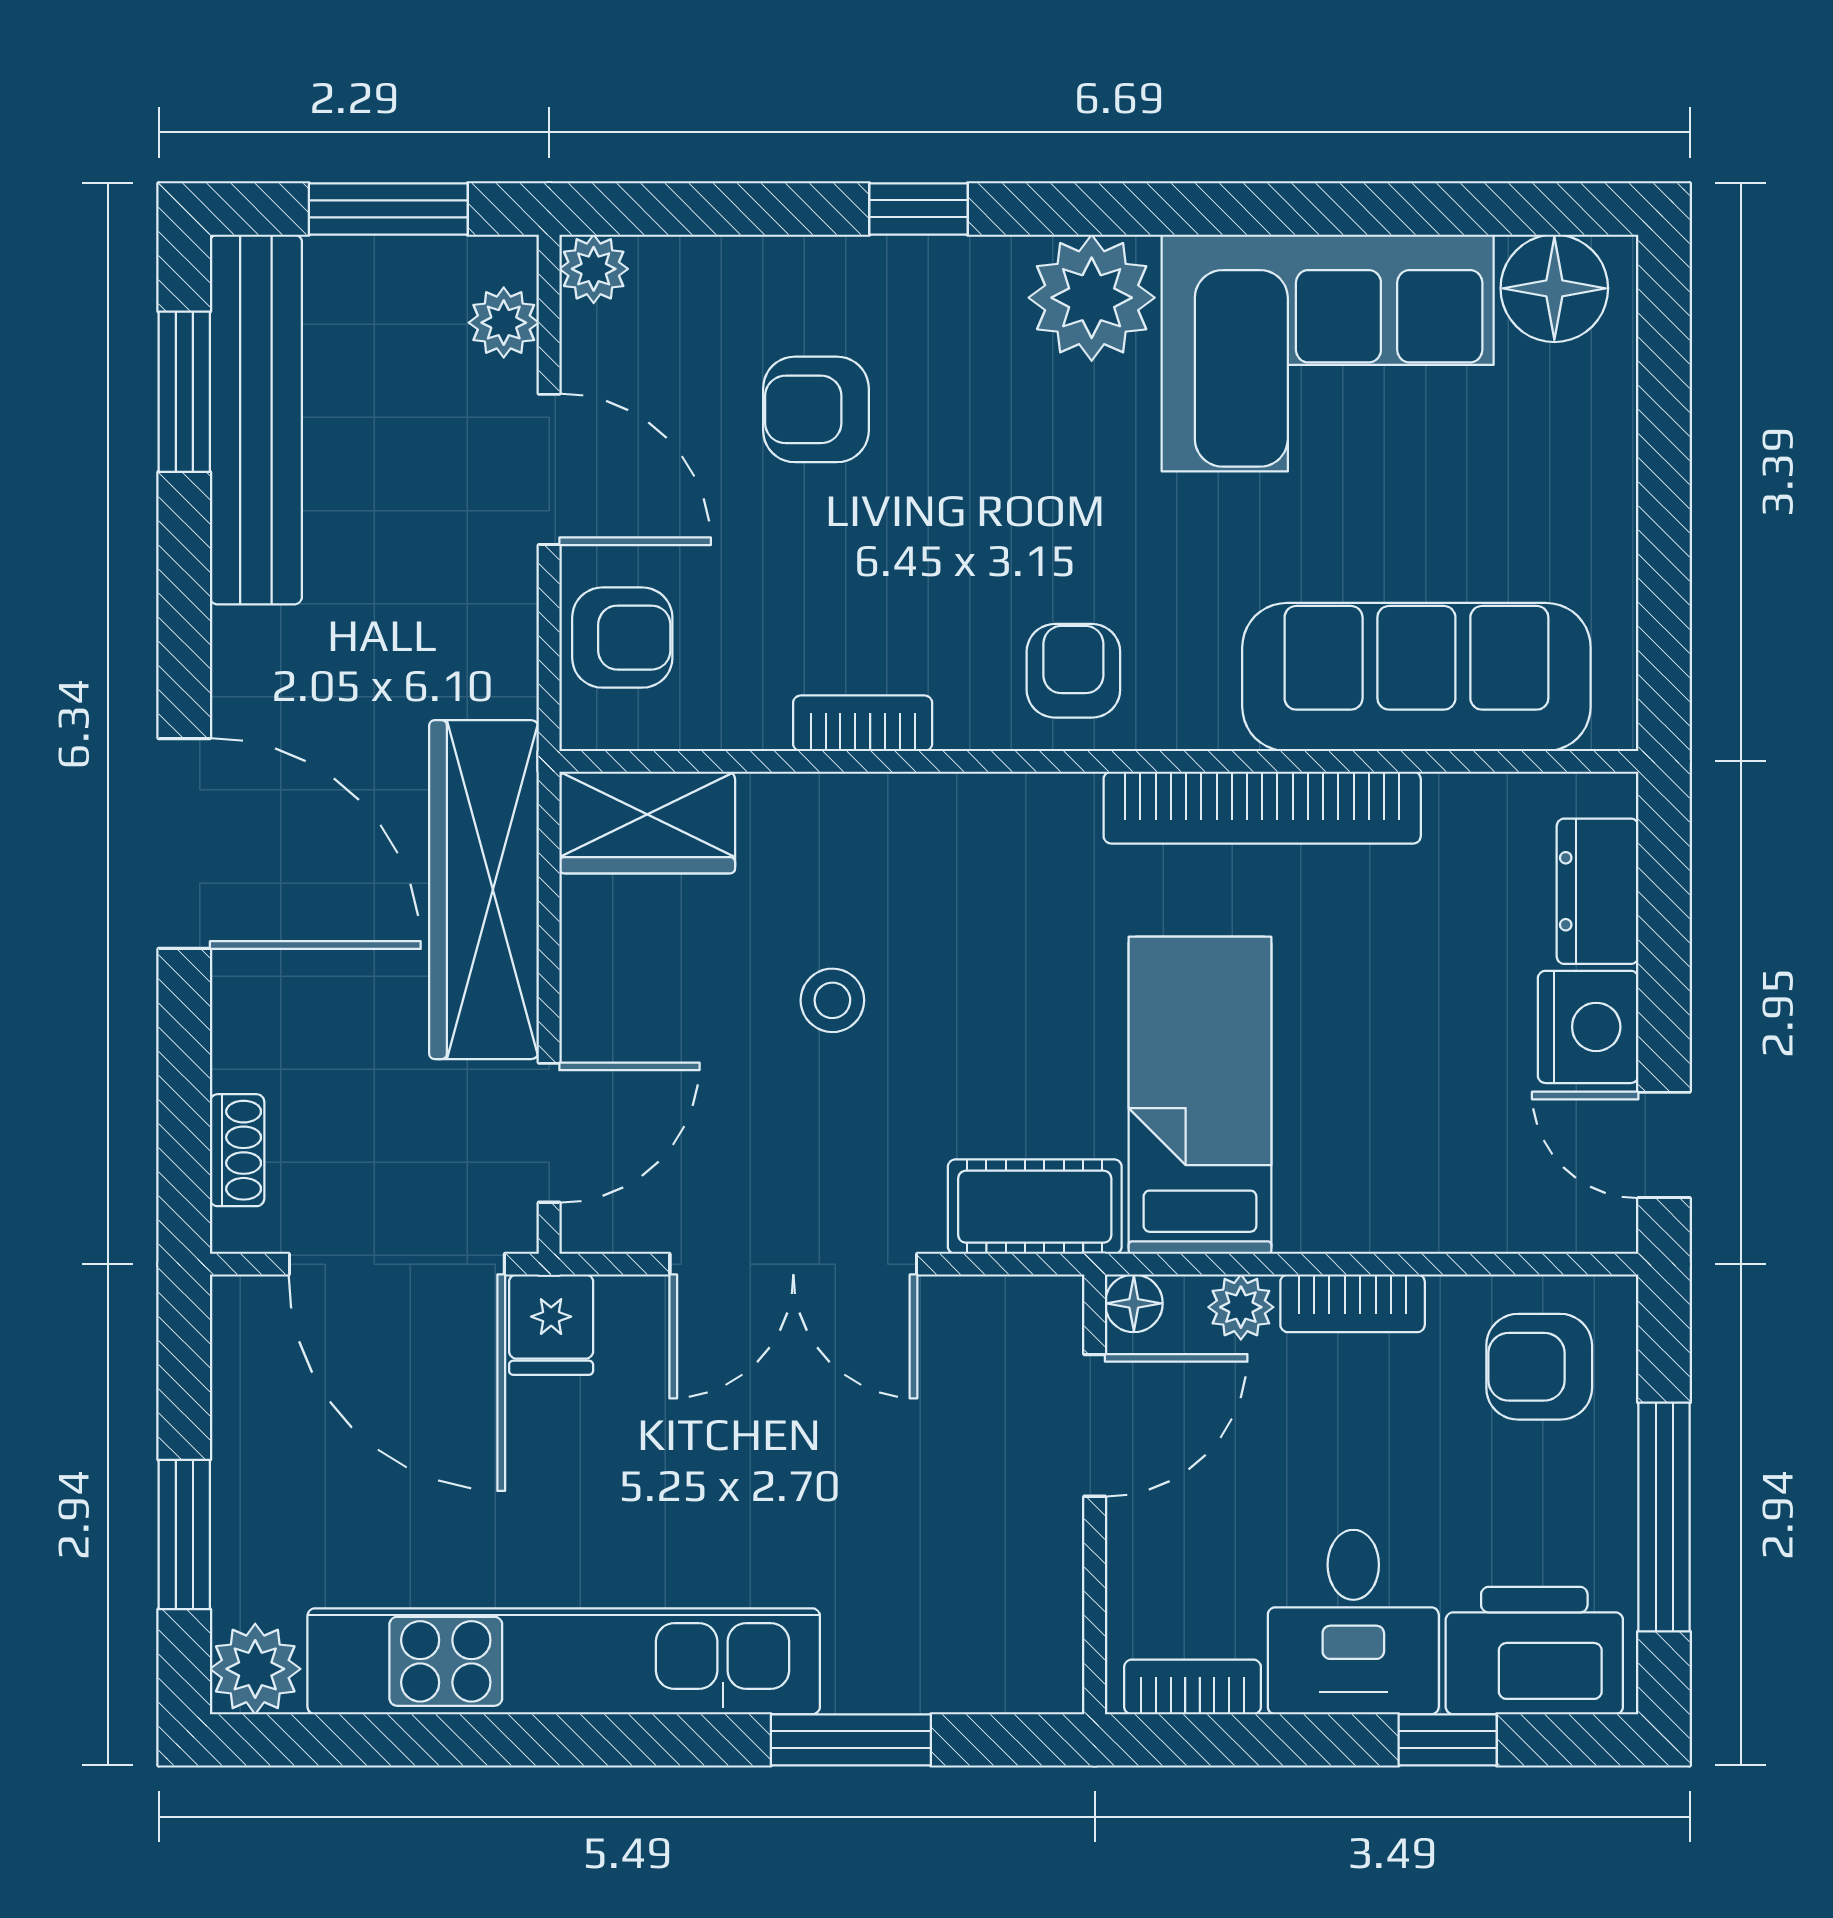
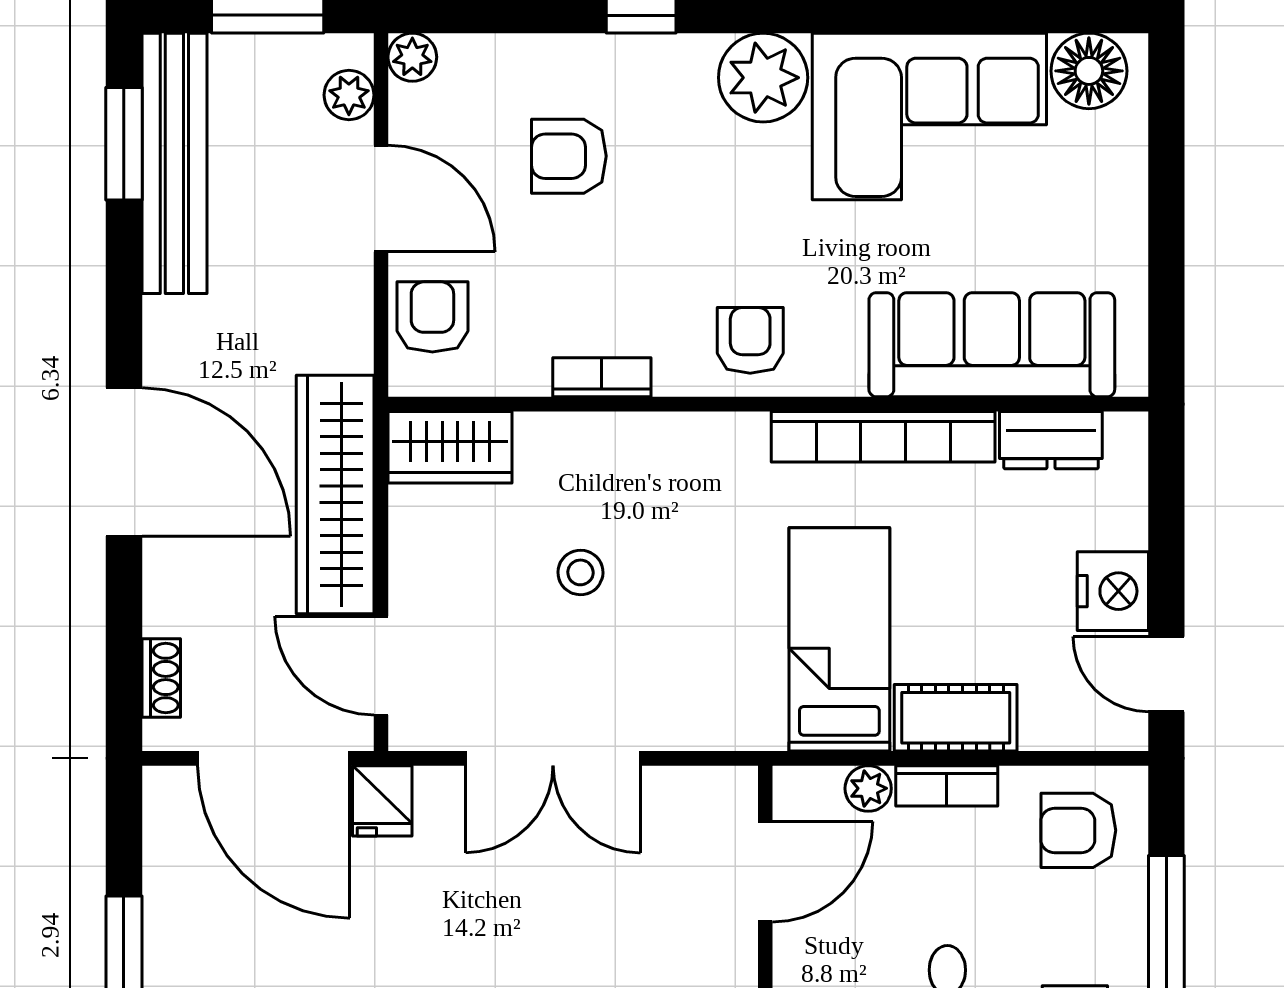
armchair: (622, 638) -> (432, 317), turned -90
dresser: (1598, 891) -> (1051, 440), moved, turned -90
door: (549, 1133) -> (381, 666), swing flipped
cot: (1035, 1207) -> (956, 718), moved
floor lamp: (1134, 1303) -> (793, 786), removed

